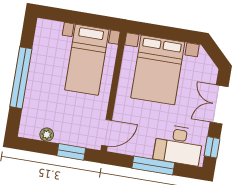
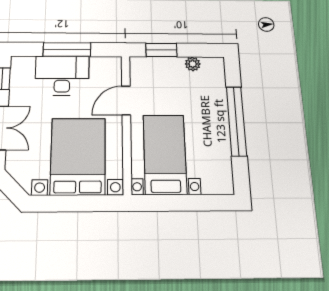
door: (107, 133) -> (126, 100), moved
desk: (178, 145) -> (62, 75), moved

